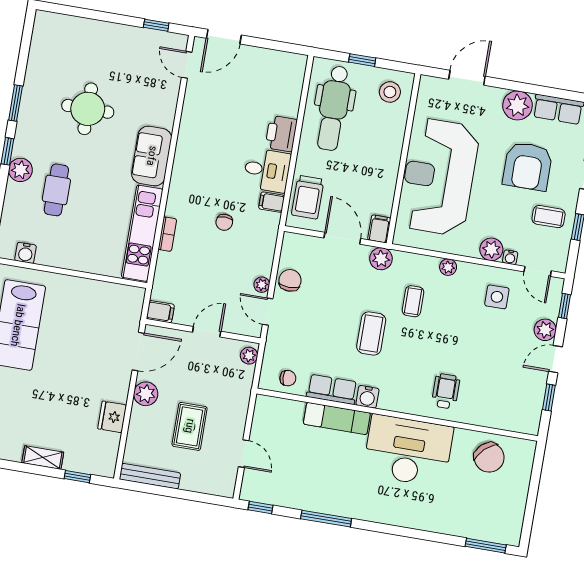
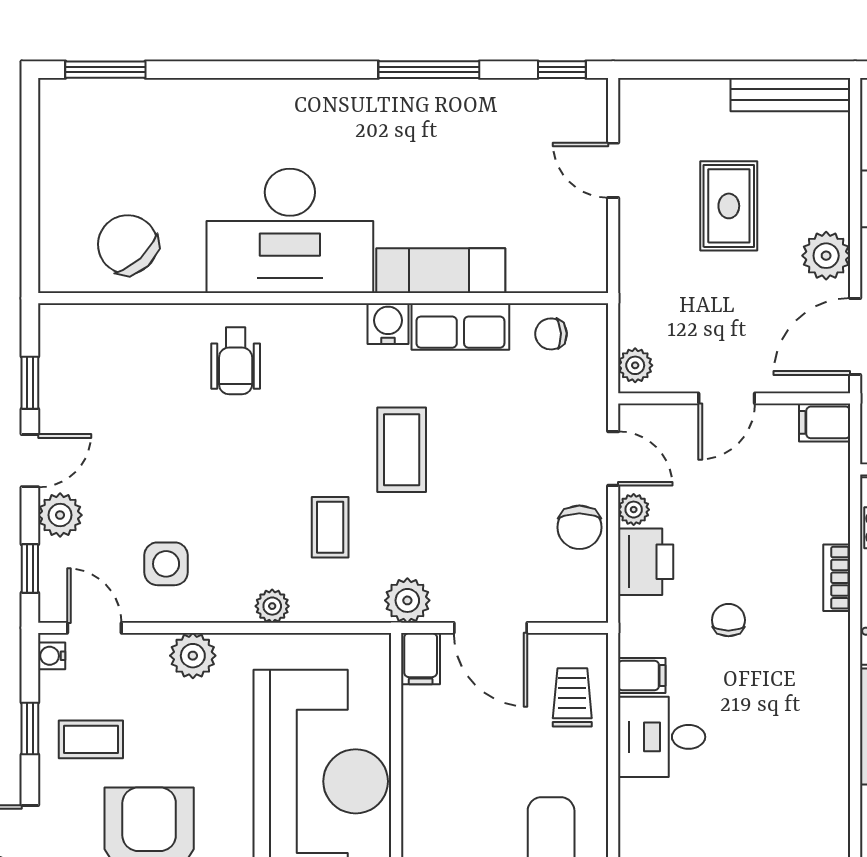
printer: (281, 134) -> (646, 562), moved
trolley: (308, 197) -> (572, 697), width x0.73, depth x0.72
water cooler: (510, 257) -> (52, 656), moved, turned -90

